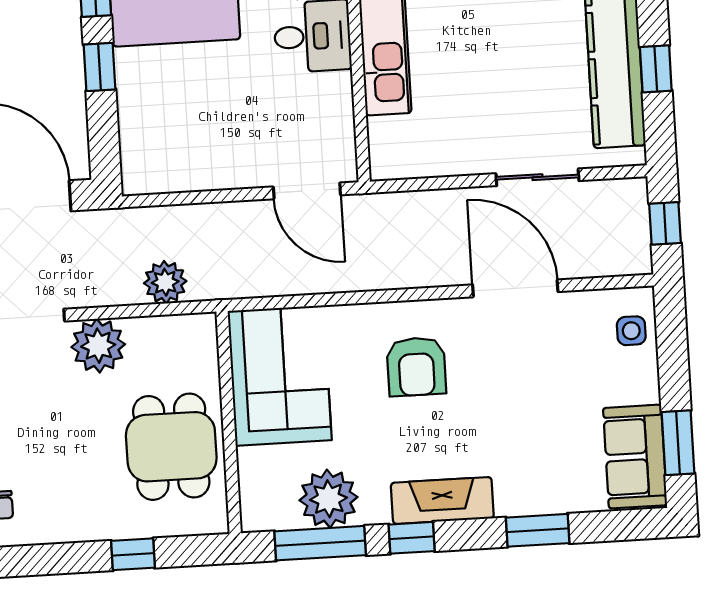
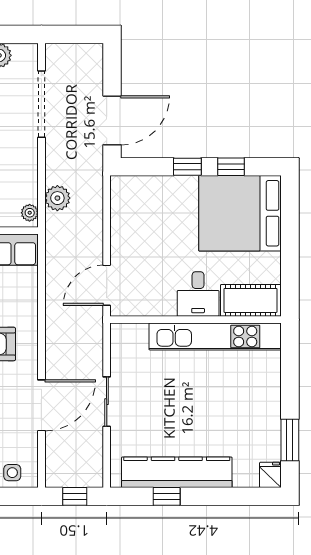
sliding door: (537, 177) -> (107, 402), moved
plant: (98, 346) -> (30, 213), moved, width x0.53, depth x0.53

